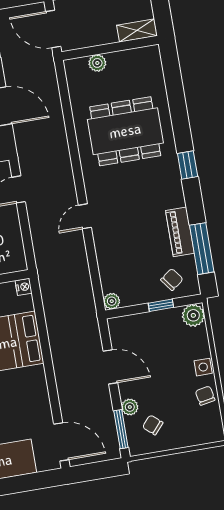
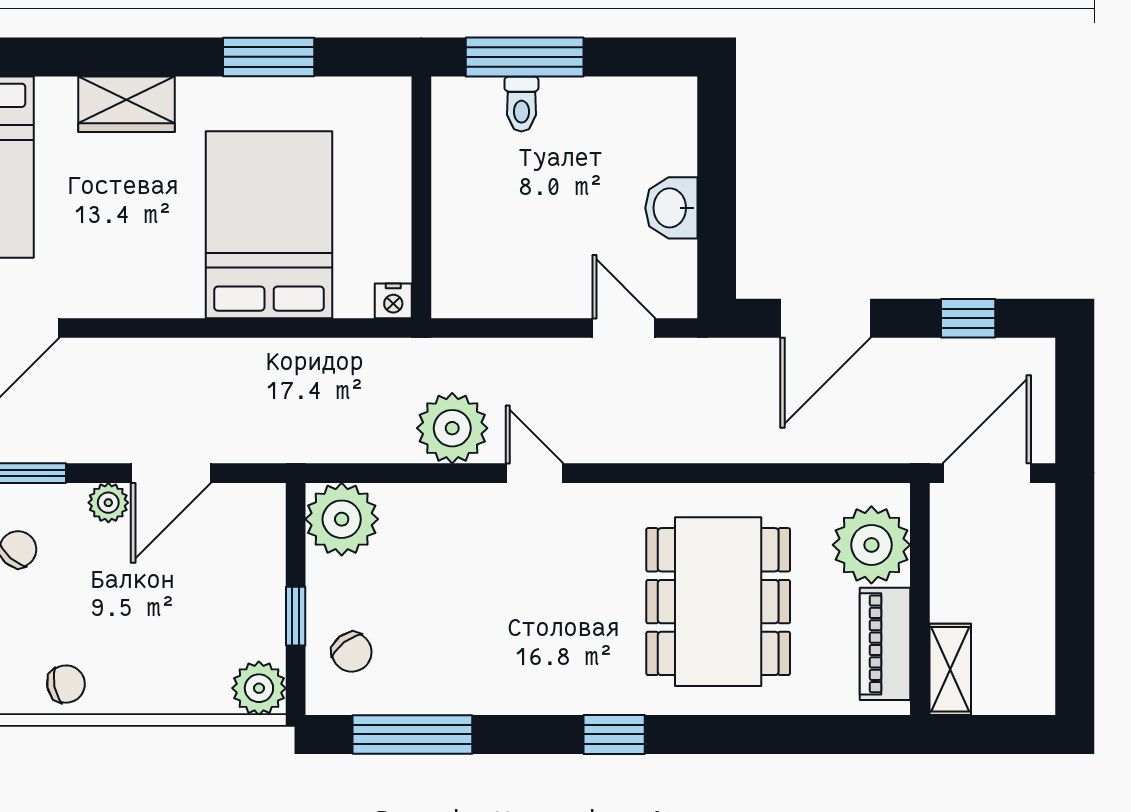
plant: (97, 63) -> (871, 545), width x1.87, depth x1.87
piano: (180, 232) -> (885, 644), moved, turned -90
plant: (72, 254) -> (452, 428), added
plant: (112, 301) -> (342, 519), width x1.87, depth x1.87
side table: (203, 367) -> (134, 691), removed
plant: (130, 407) -> (108, 503), moved

